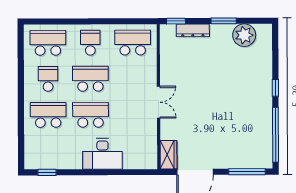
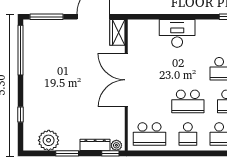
plant: (169, 30) -> (116, 145), added
window: (275, 88) -> (21, 115), moved
double door: (159, 102) -> (126, 80), width x1.87
school desk: (91, 115) -> (188, 69), removed

